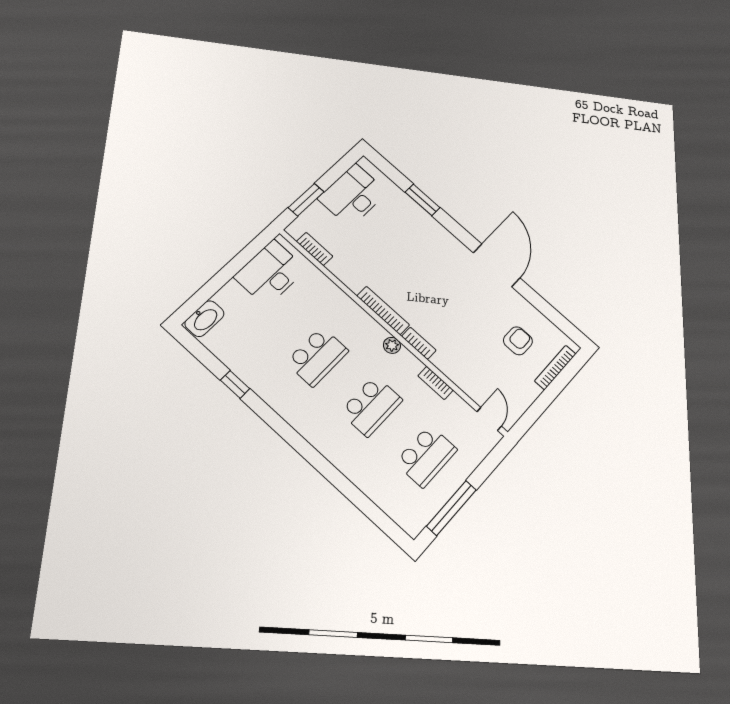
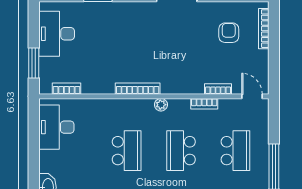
bookcase: (419, 343) -> (218, 89), moved
school desk: (371, 406) -> (181, 151), turned 180

